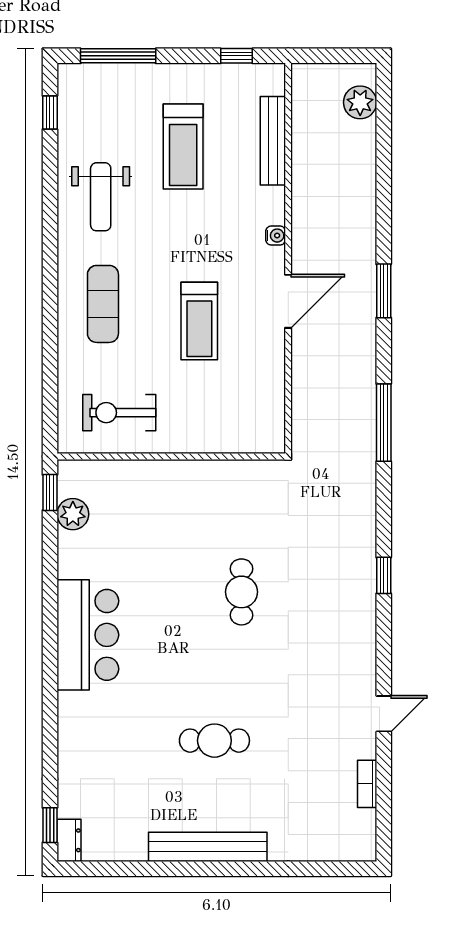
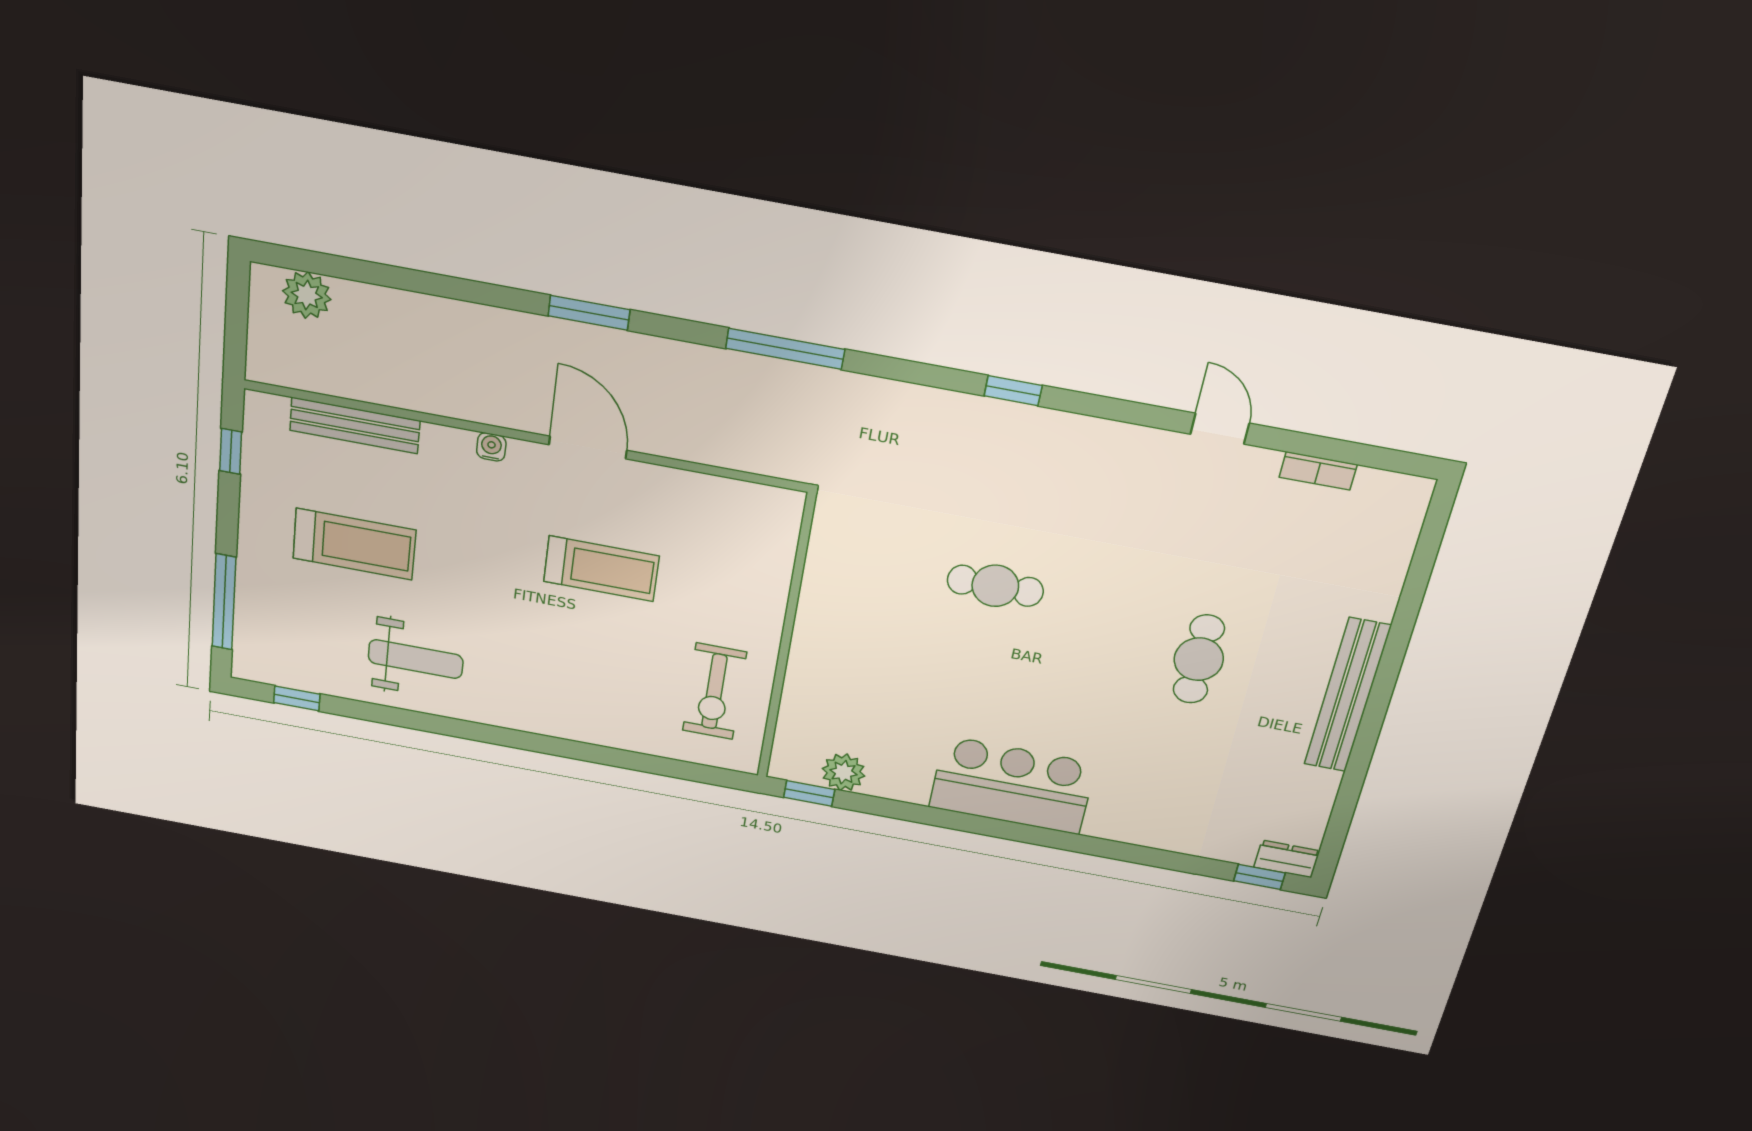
exercise mat: (103, 304) -> (562, 683), removed

